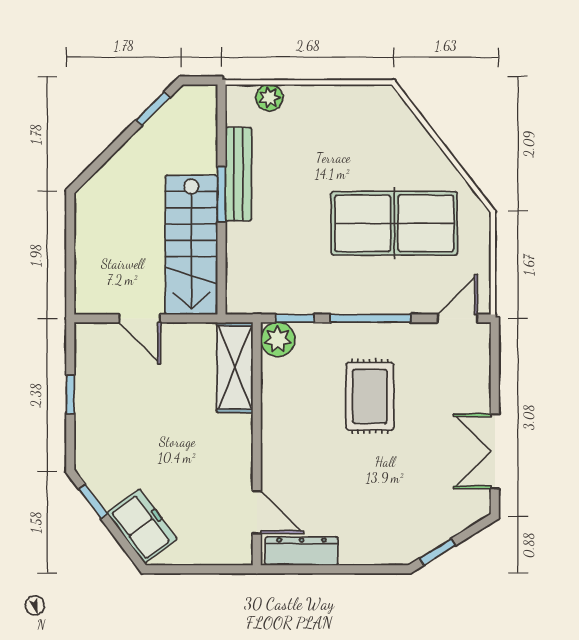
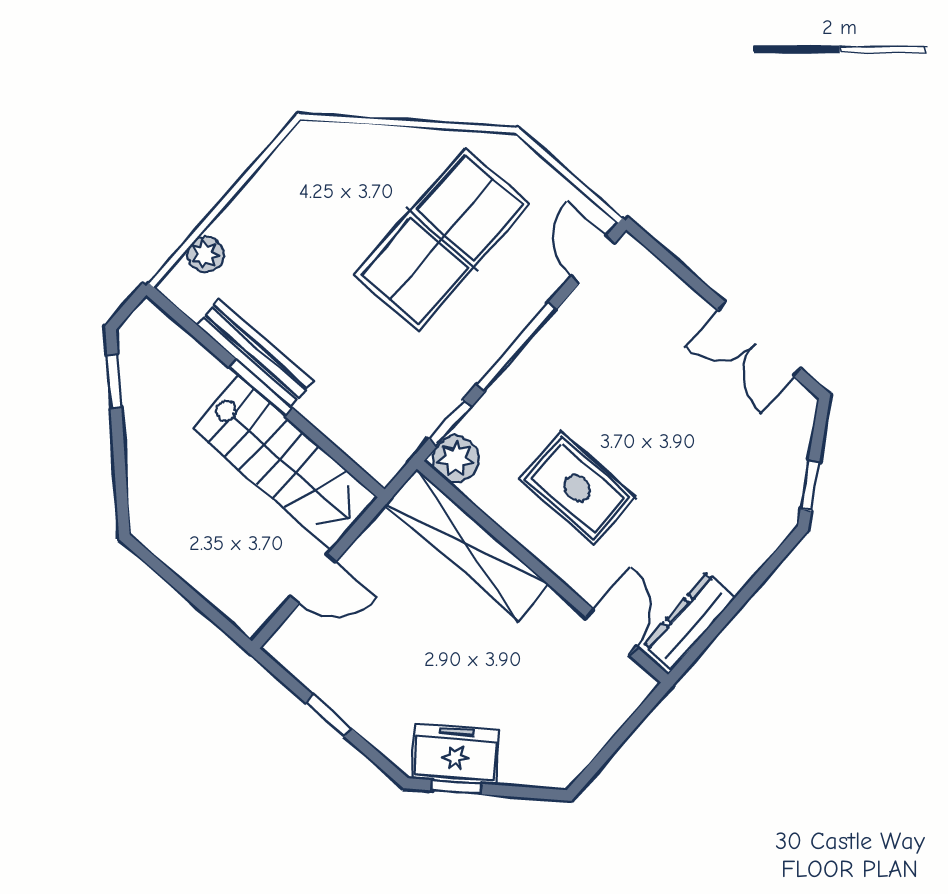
shelving: (235, 367) -> (467, 545), width x1.47
rug: (370, 396) -> (577, 488), moved
door: (257, 512) -> (611, 632), hinge flipped
freezer: (142, 526) -> (456, 754), moved

